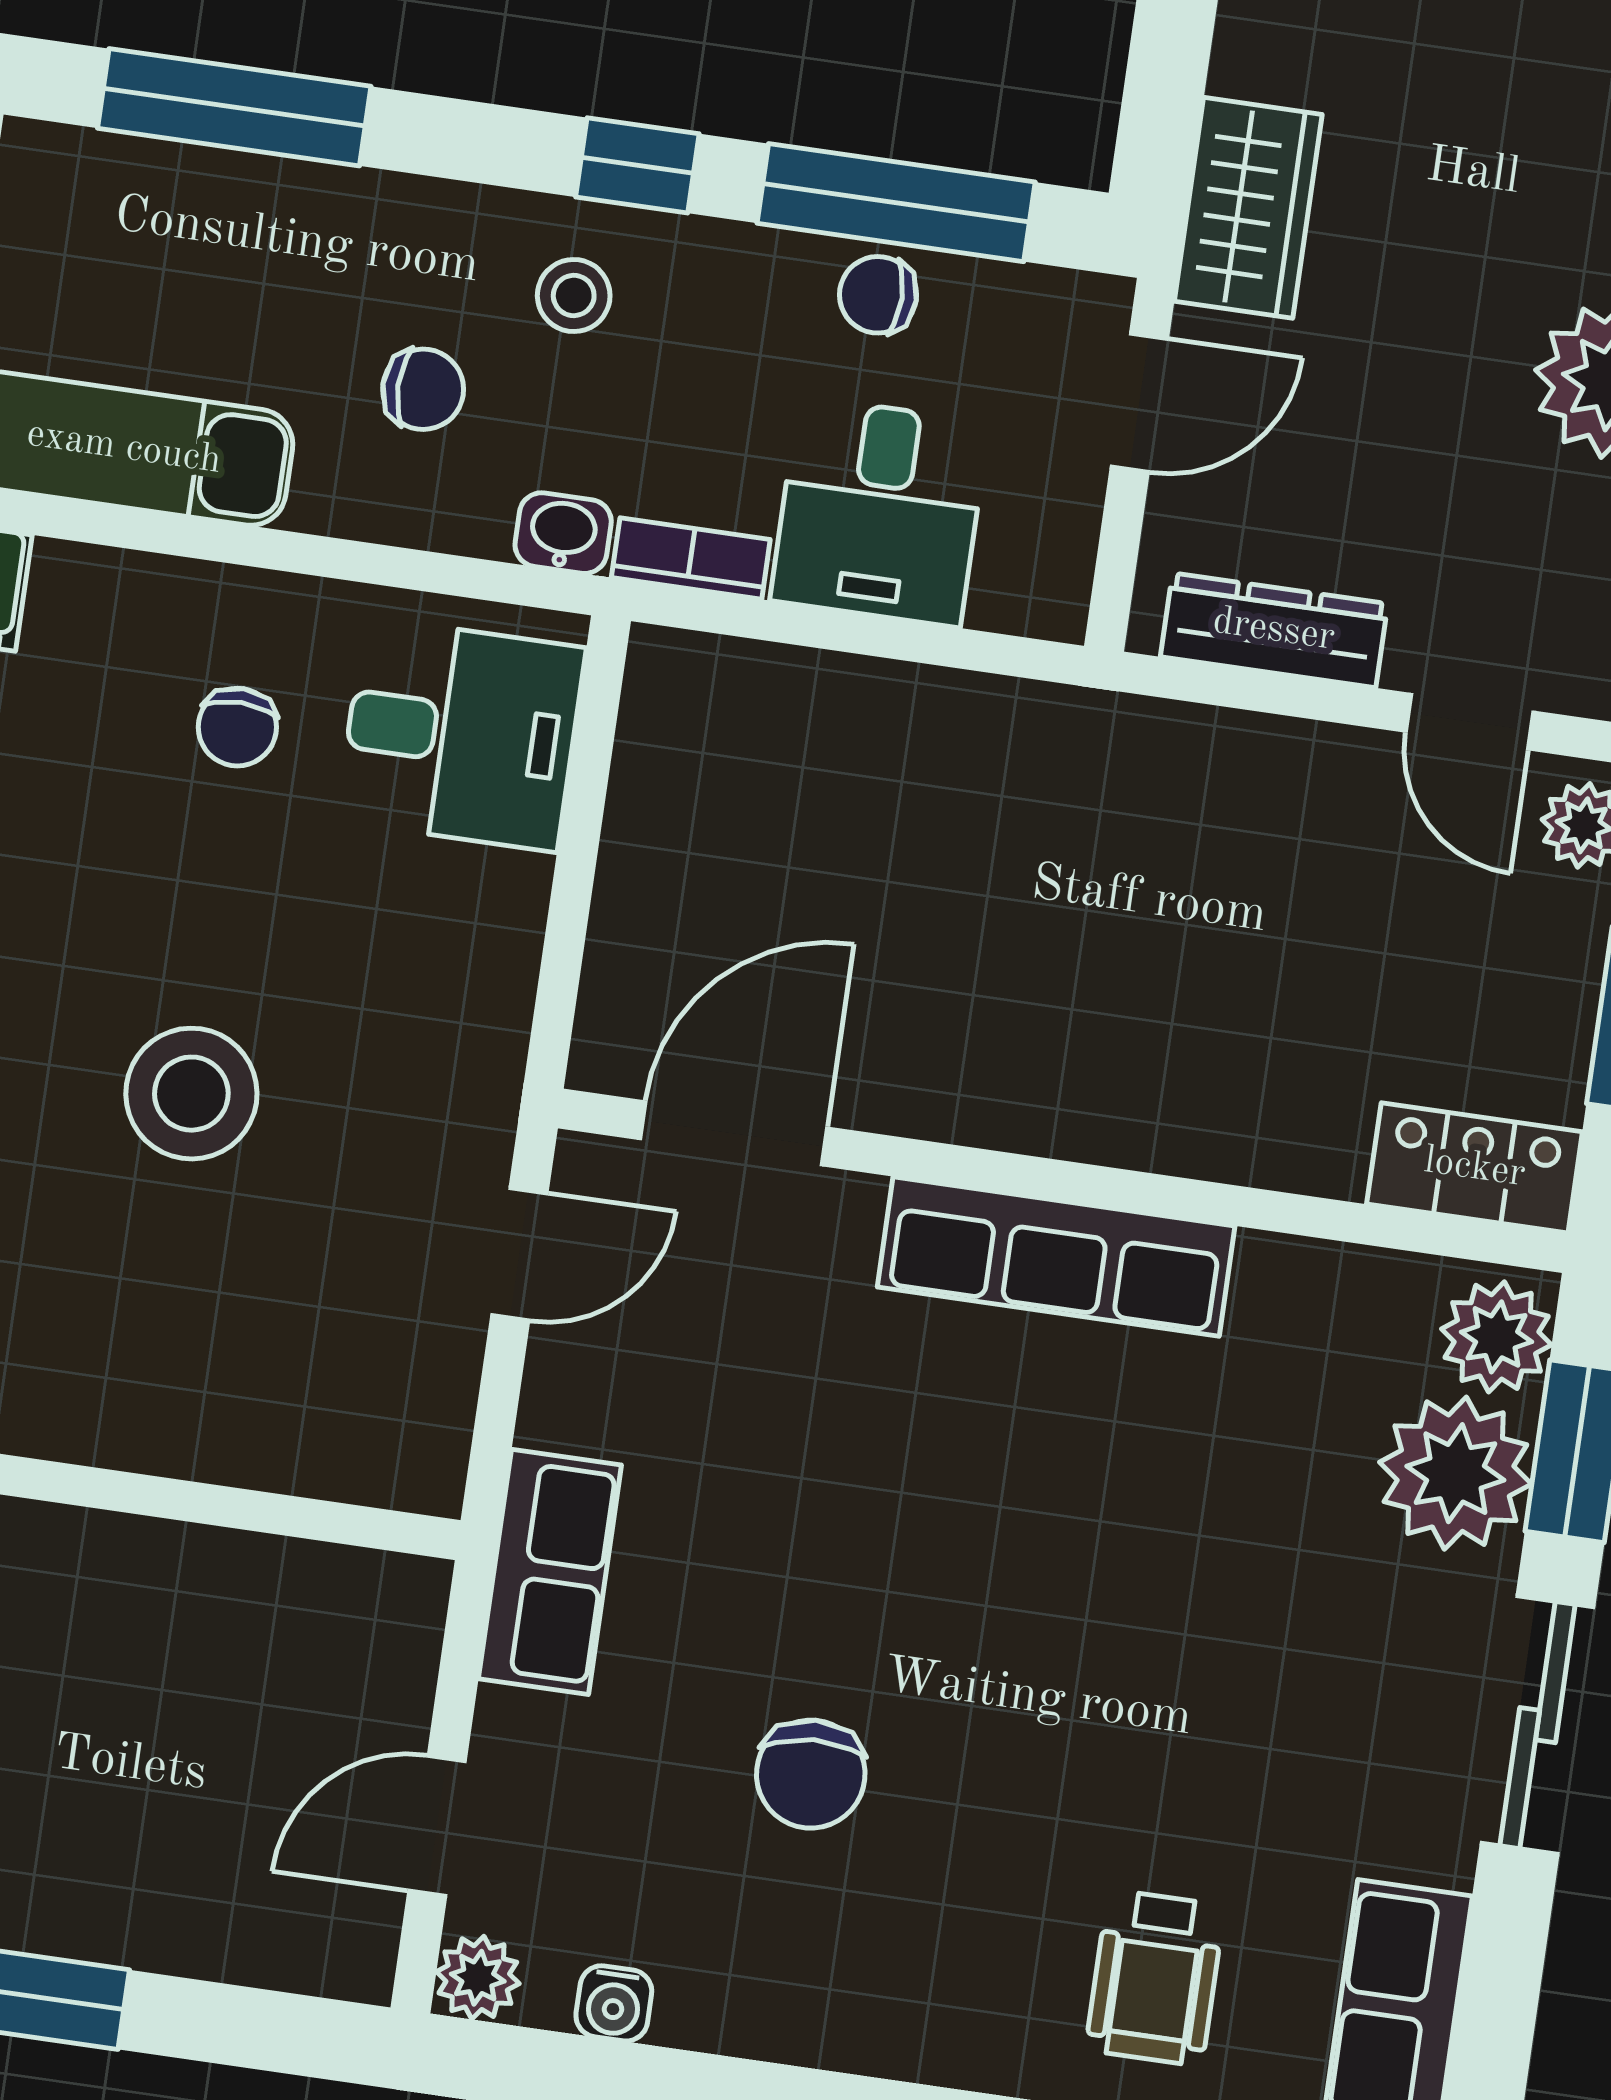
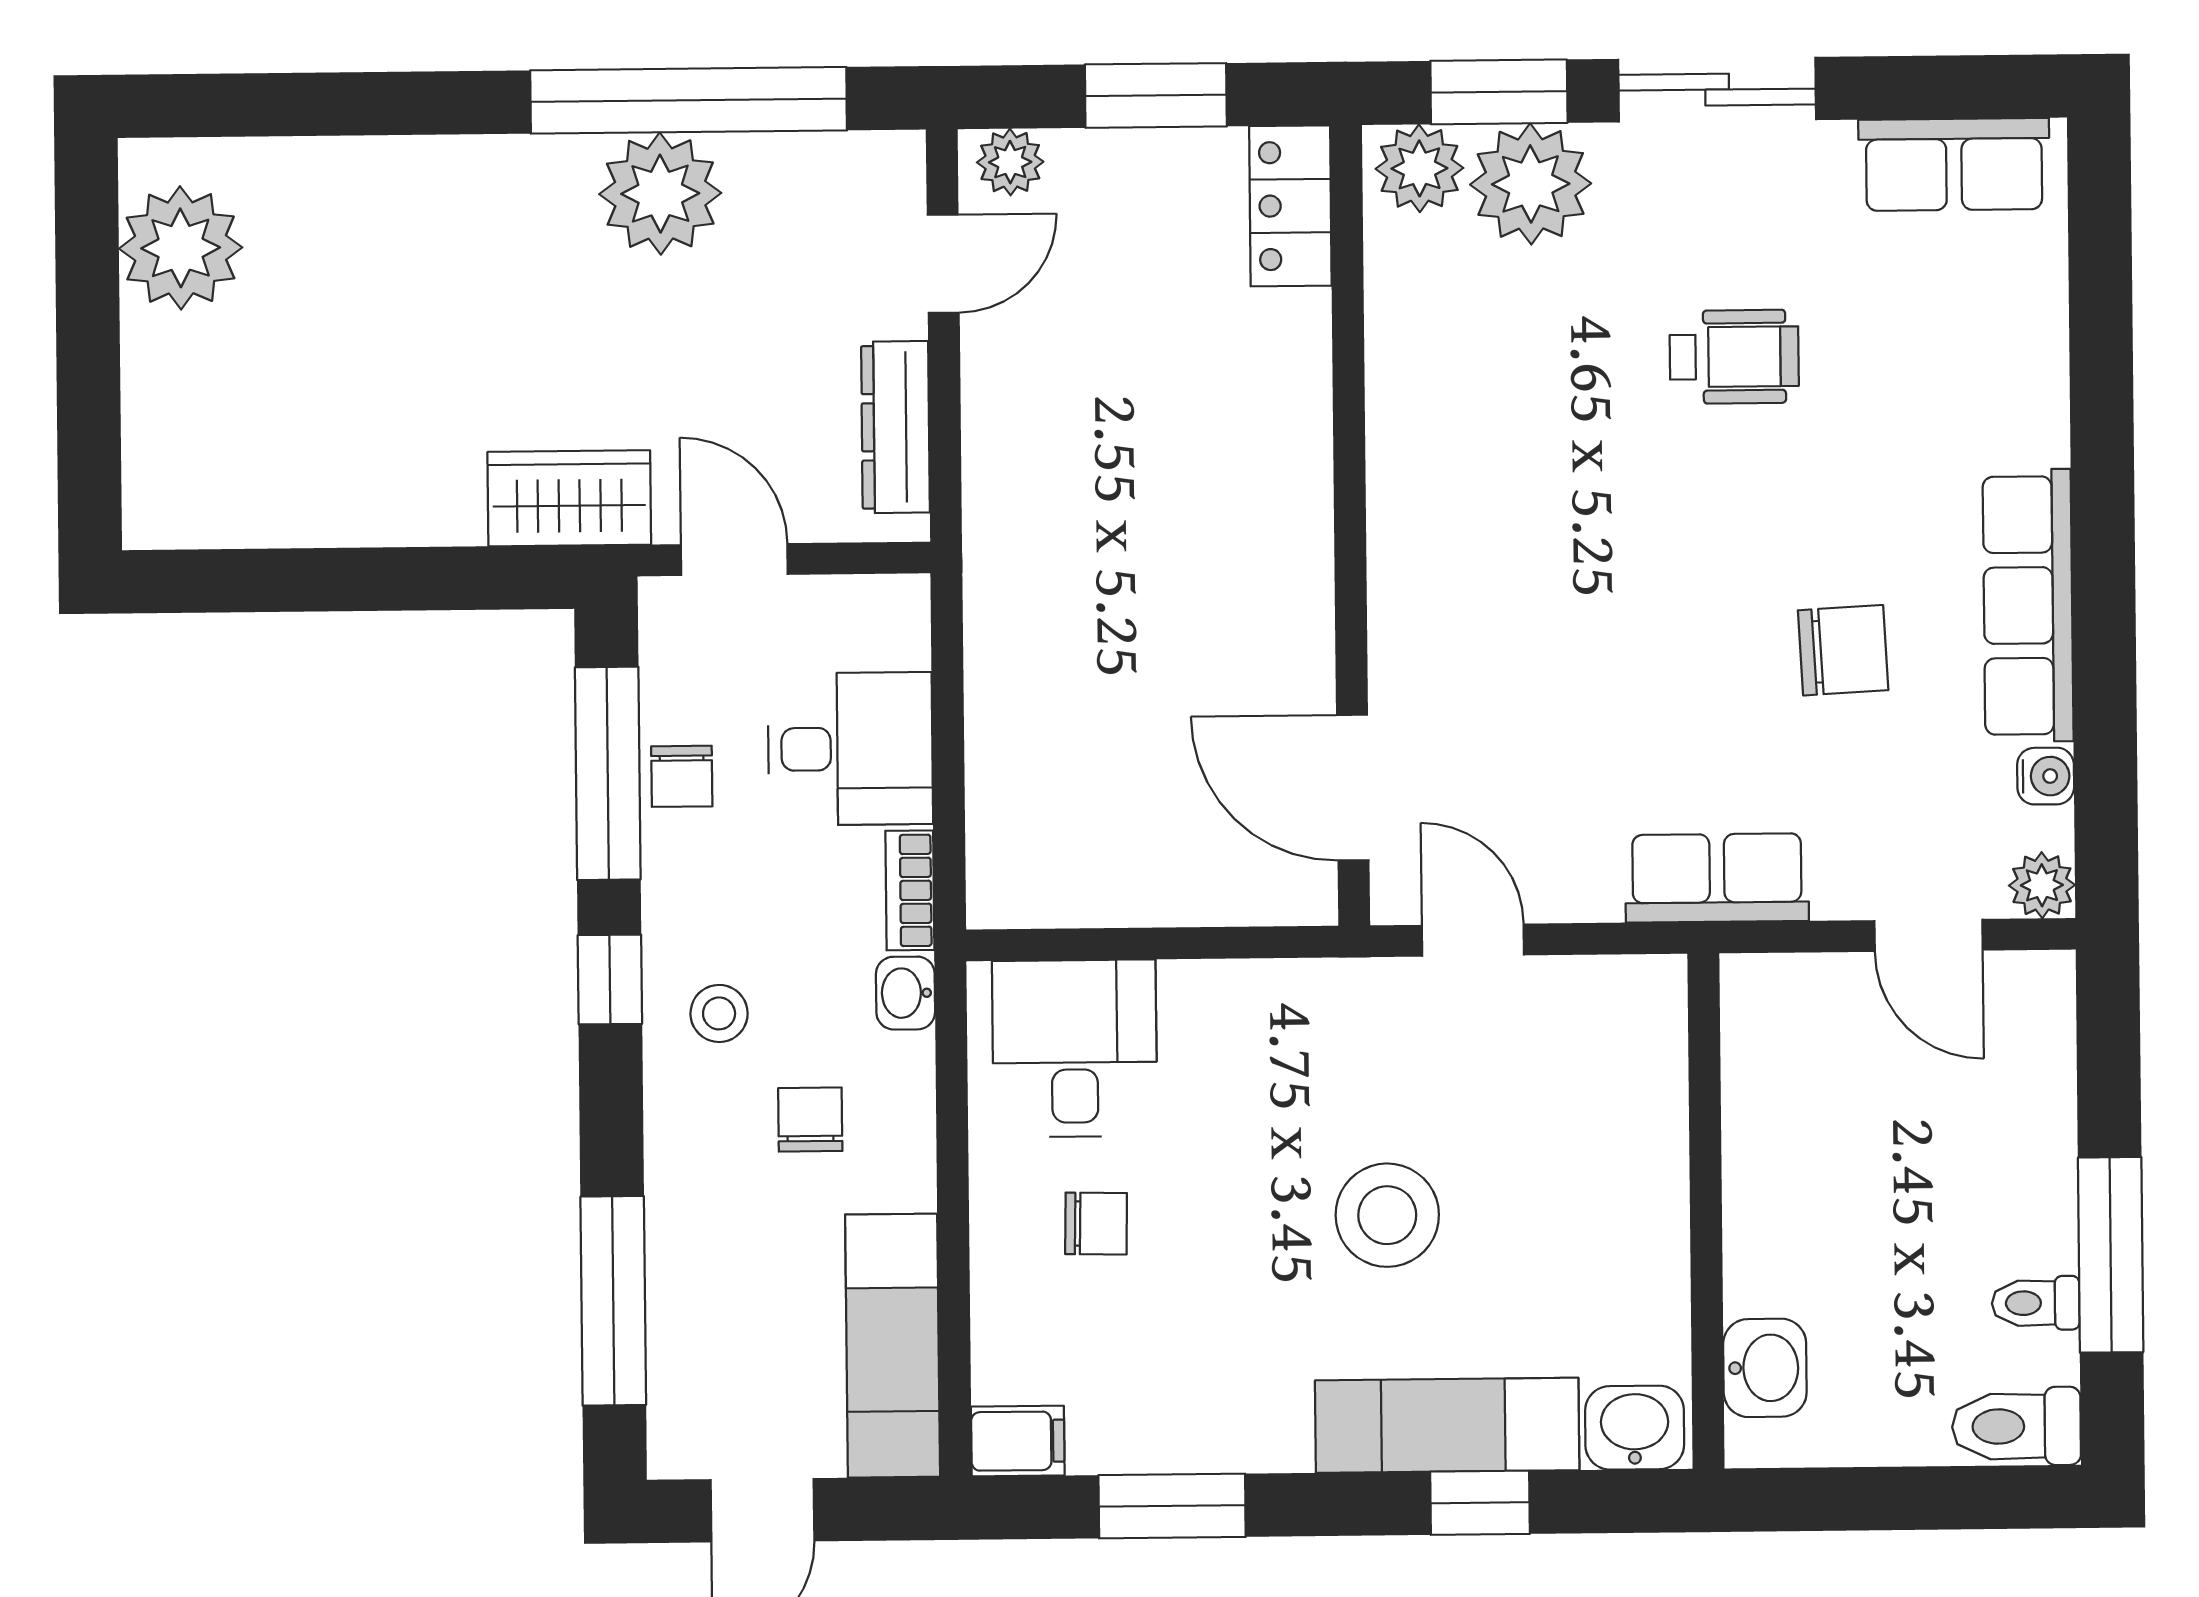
row of seats: (1056, 1257) -> (2028, 605), moved, turned 180
wheelchair: (1155, 1978) -> (1734, 357), moved

